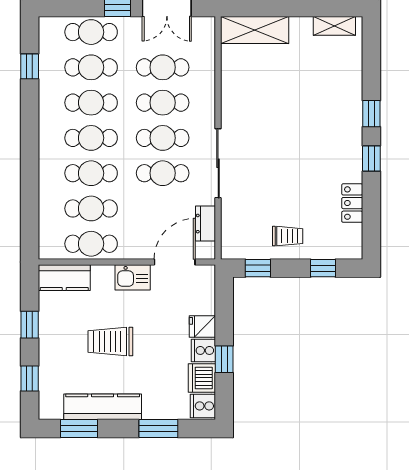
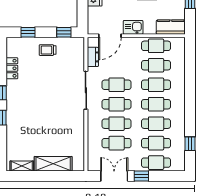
shelving: (255, 30) -> (53, 164), moved

